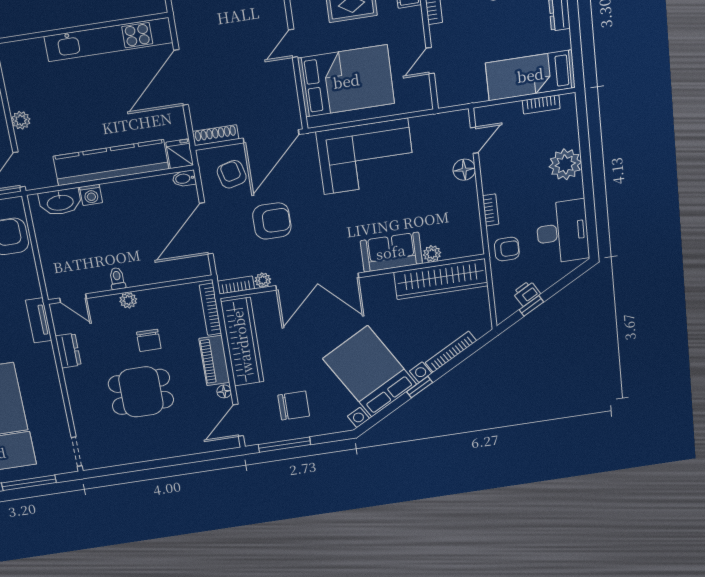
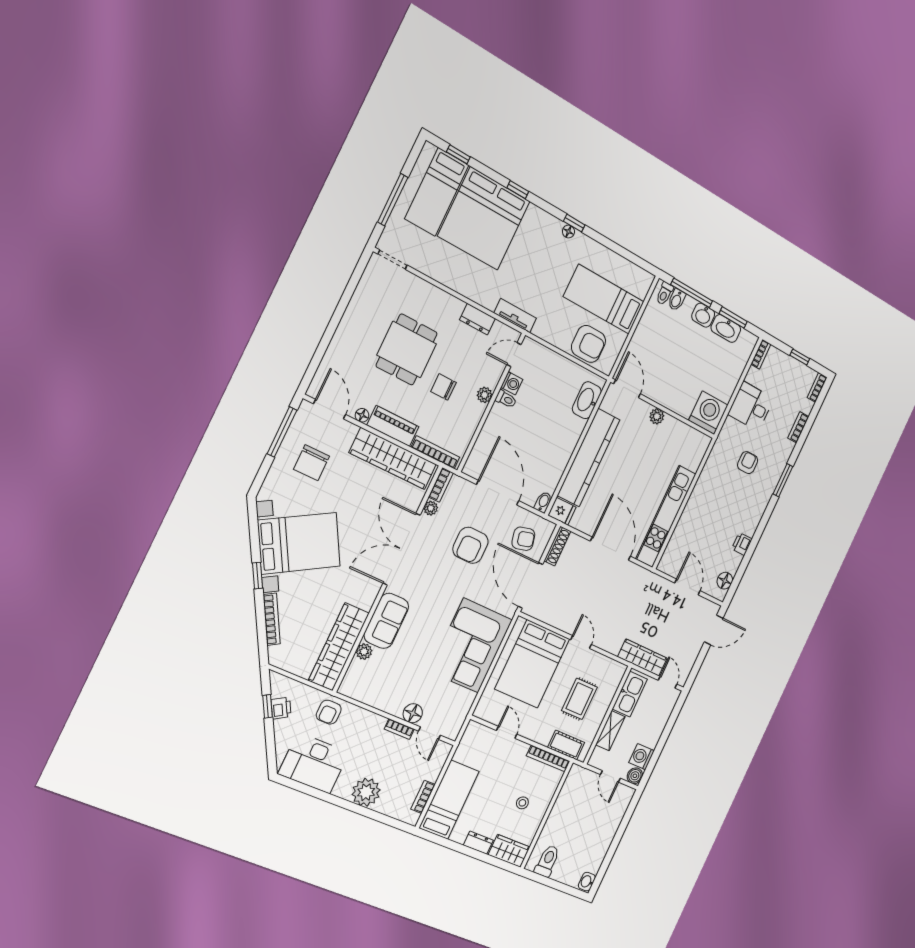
washing machine: (91, 195) -> (512, 383), moved, turned 180
bookcase: (491, 210) -> (399, 729), moved

